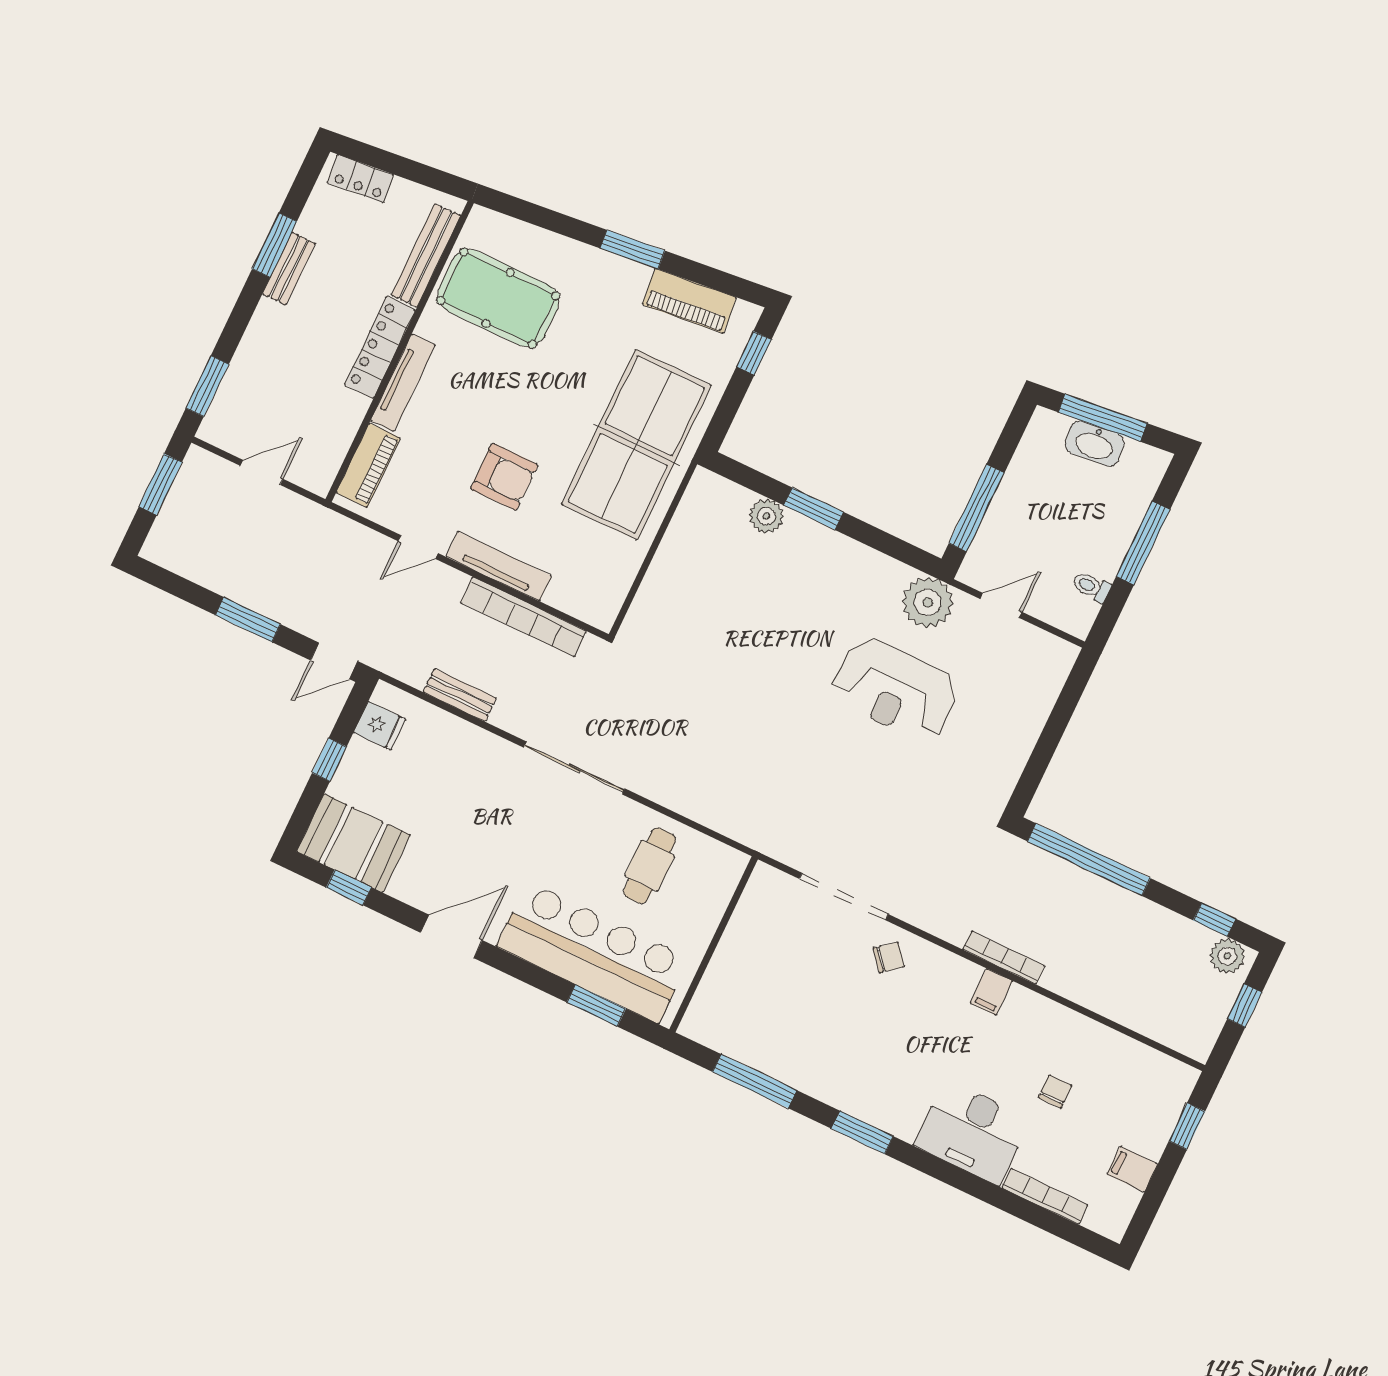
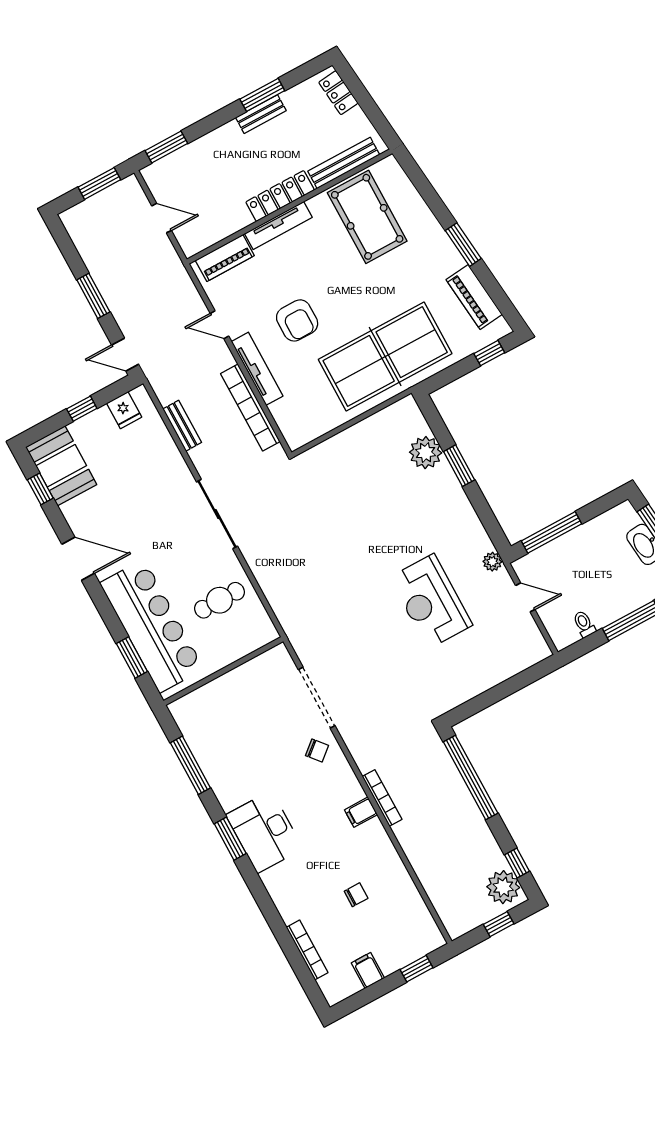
plant: (766, 516) -> (426, 453), width x1.36, depth x1.36
plant: (928, 602) -> (492, 562), width x0.53, depth x0.53
plant: (1227, 956) -> (503, 887), width x1.36, depth x1.36
desk: (972, 1132) -> (264, 832), moved

